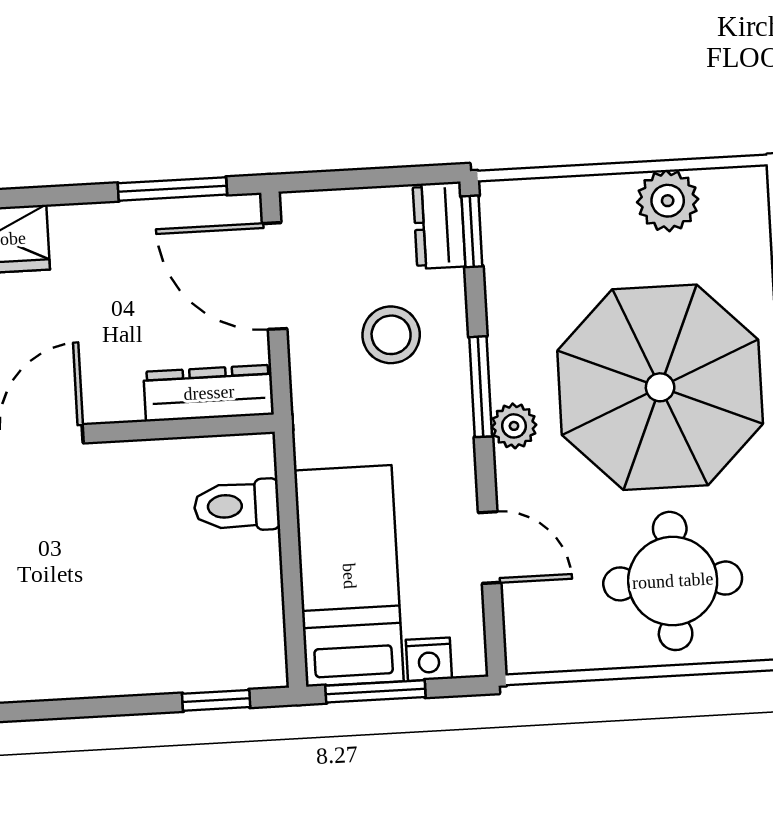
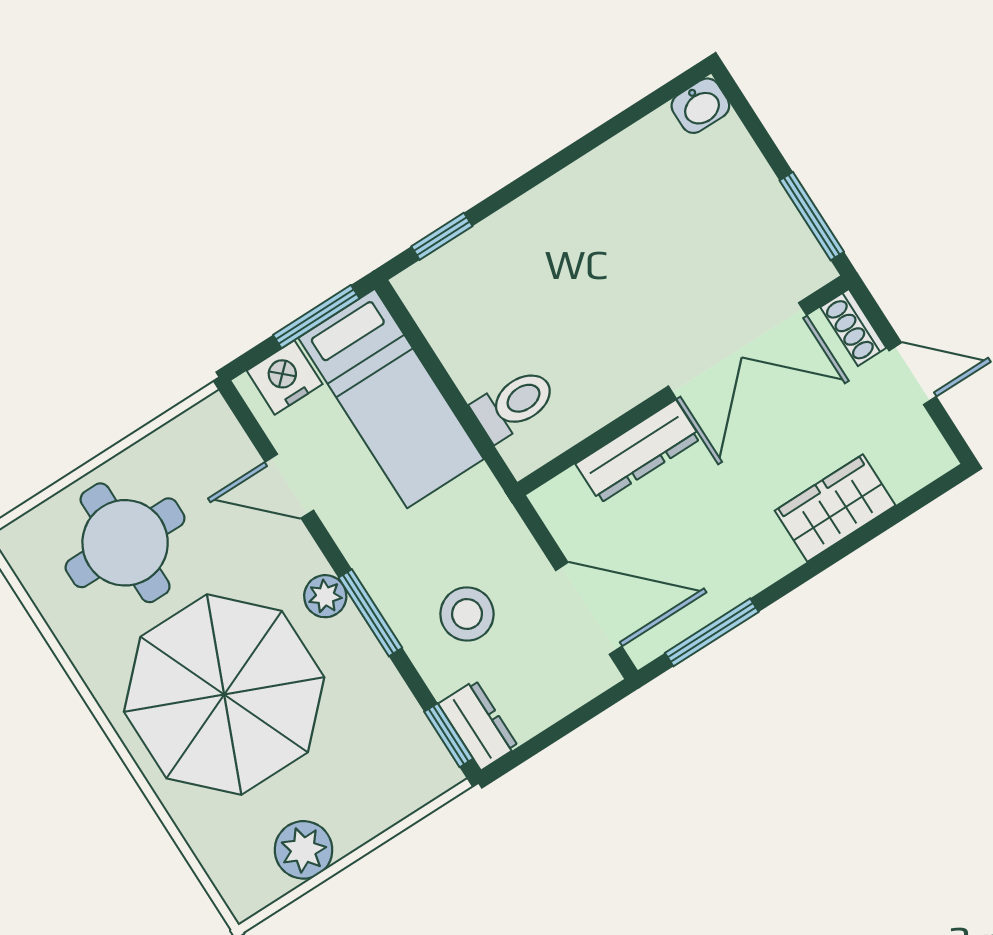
dresser: (209, 393) -> (638, 451), moved
nightstand: (429, 659) -> (285, 377), width x1.39, depth x1.35

